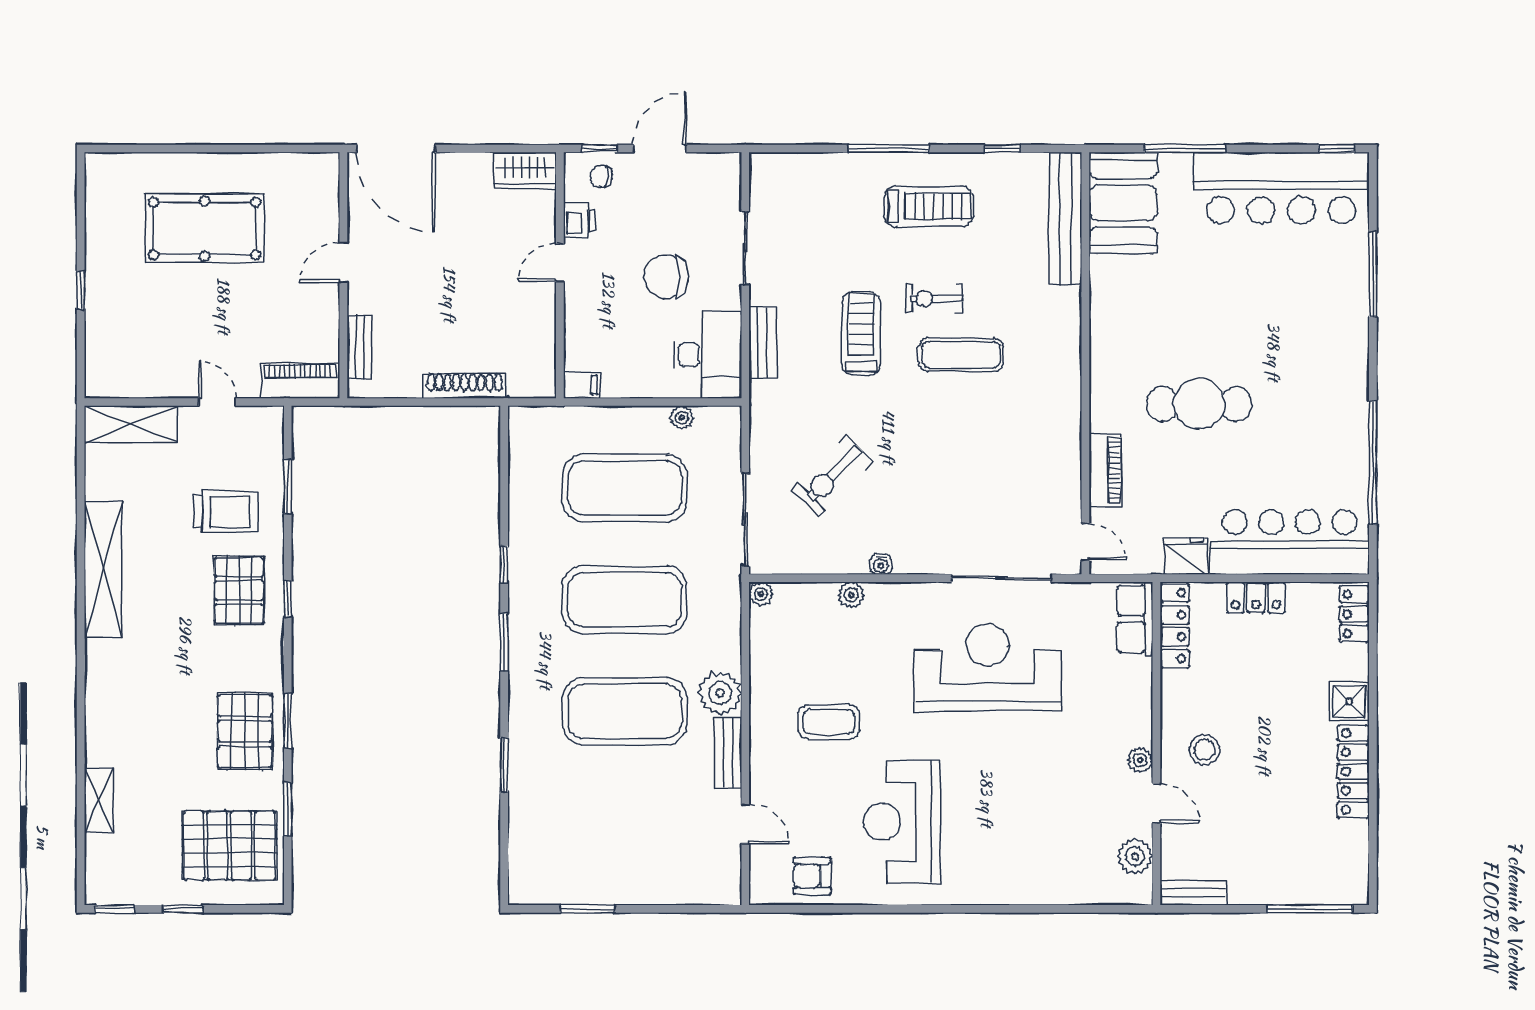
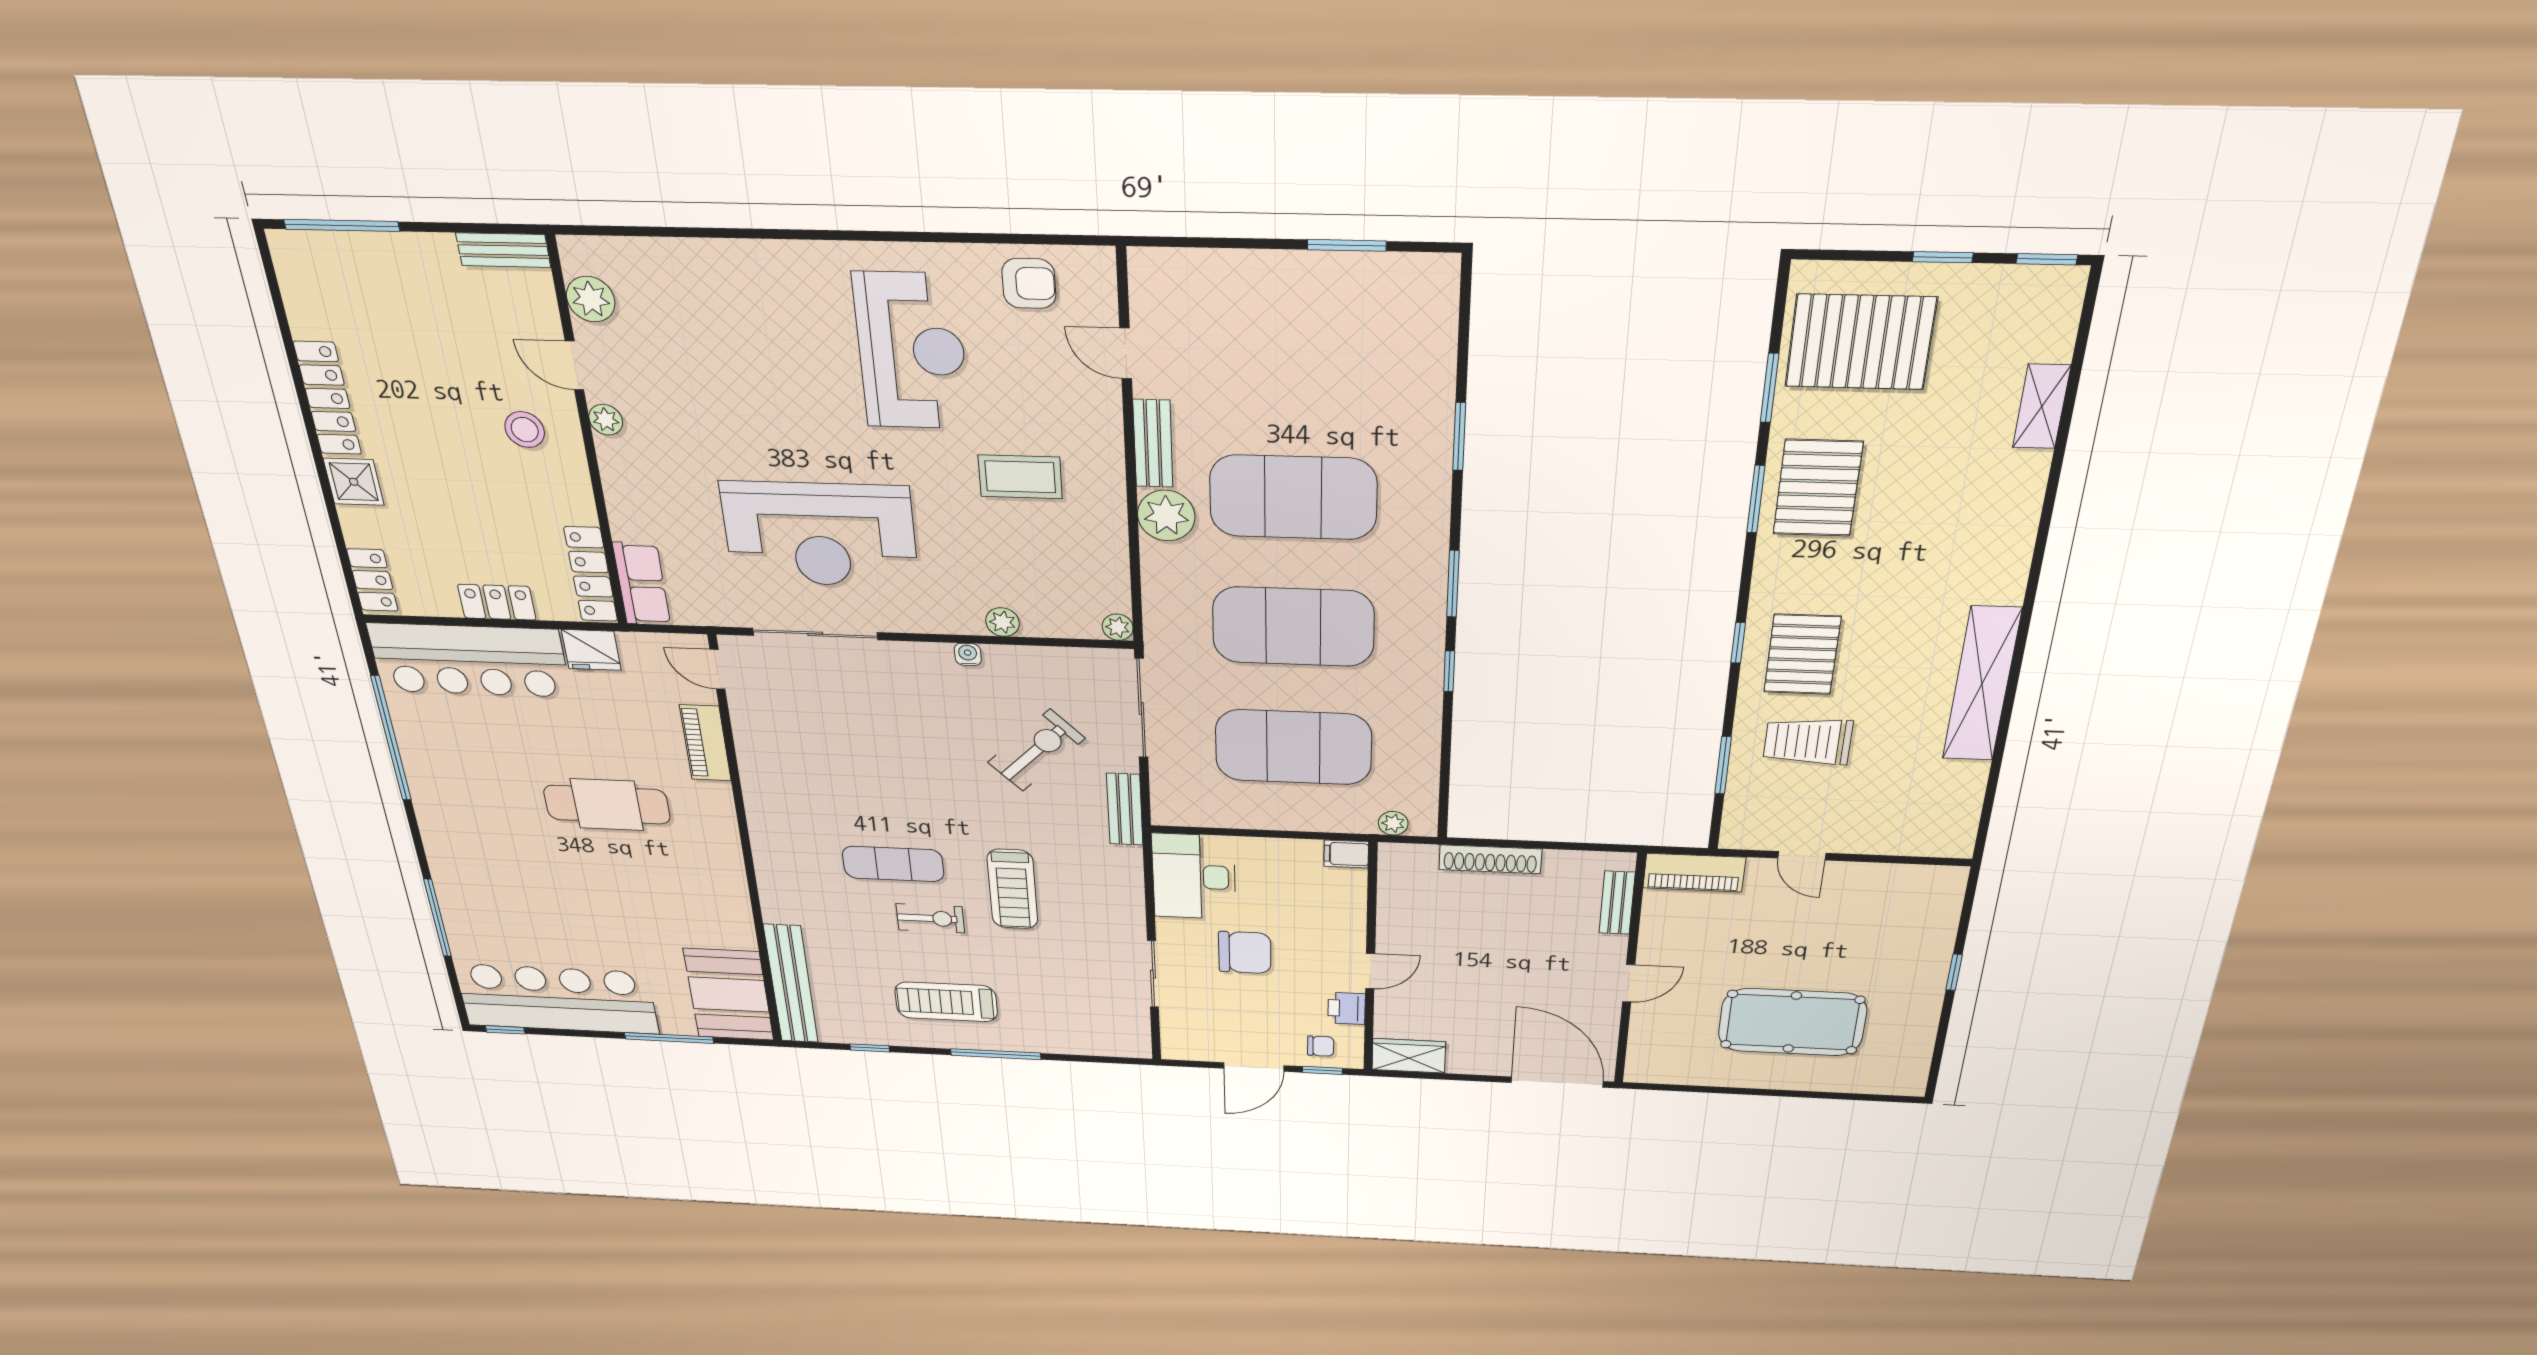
bench: (763, 342) -> (1125, 809), moved
plant: (682, 418) -> (1393, 823), moved
shelving: (131, 424) -> (1916, 838), removed

